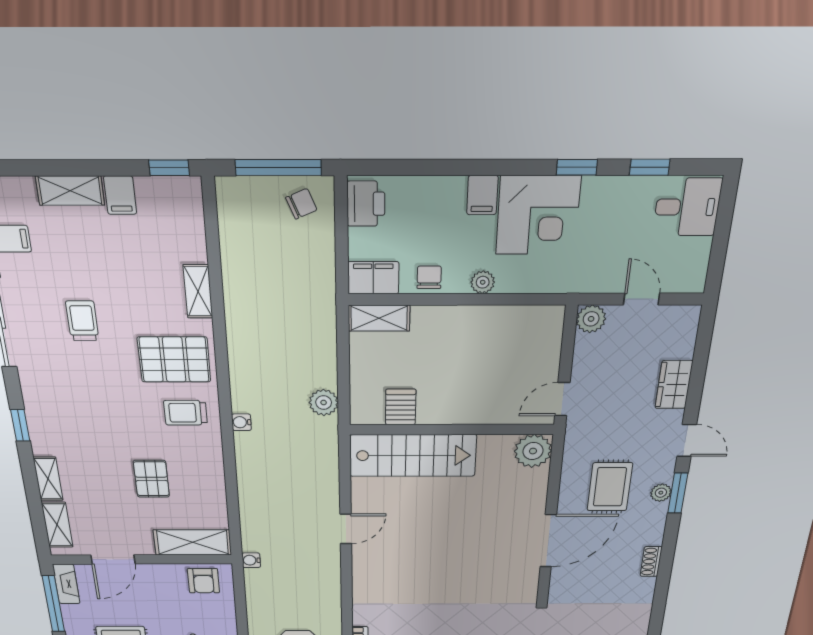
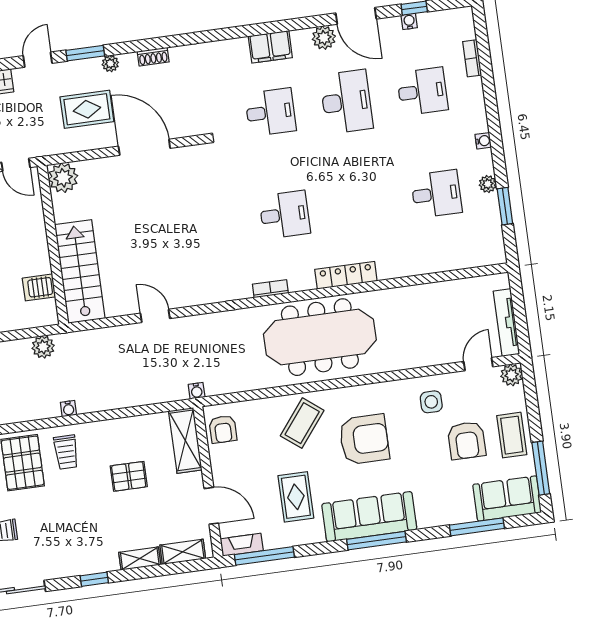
plant: (661, 493) -> (110, 64), moved
armchair: (203, 581) -> (223, 429), turned 90

